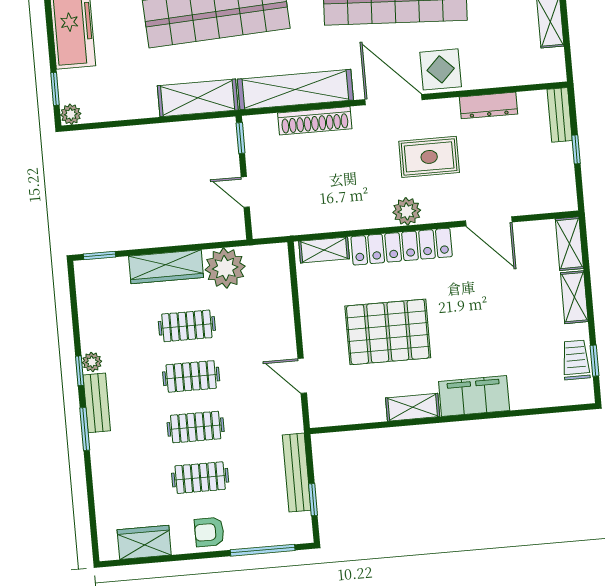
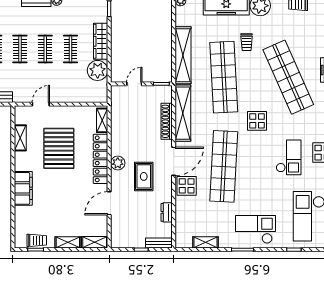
shelving: (198, 98) -> (183, 55), width x1.47
dresser: (488, 105) -> (167, 212), width x0.70
shelving: (413, 407) -> (20, 138), moved

